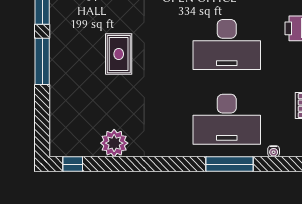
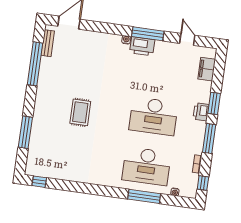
window: (42, 61) -> (25, 132), moved
plant: (114, 143) -> (69, 172), removed

